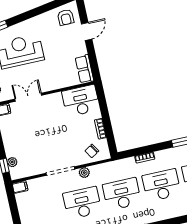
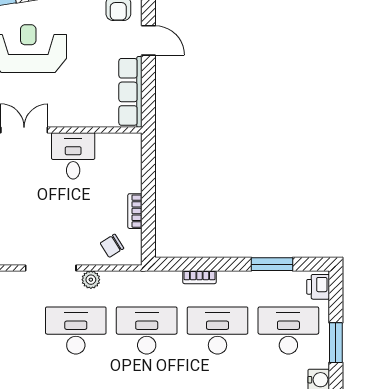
door: (87, 31) -> (148, 40), hinge flipped
row of seats: (84, 69) -> (130, 92), width x1.48
desk: (81, 101) -> (73, 156), moved, width x0.73

